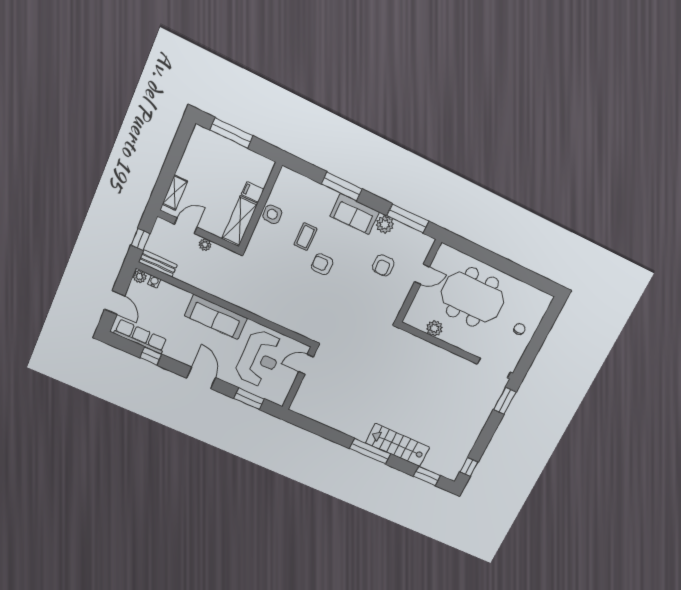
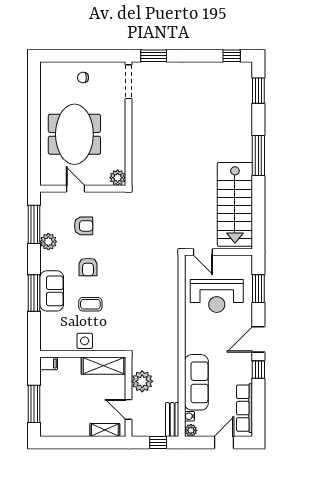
filing cabinet: (253, 192) -> (49, 363), moved, turned -90
sofa: (355, 214) -> (52, 291), moved
plant: (205, 245) -> (142, 381), width x1.88, depth x1.88
armchair: (322, 264) -> (88, 267), moved
sofa: (216, 317) -> (196, 382), moved
plant: (434, 328) -> (118, 178), moved
window: (151, 356) -> (258, 370), moved
reception desk: (259, 359) -> (217, 296), turned 180
stairs: (398, 445) -> (235, 204), moved, width x1.36, depth x1.51

